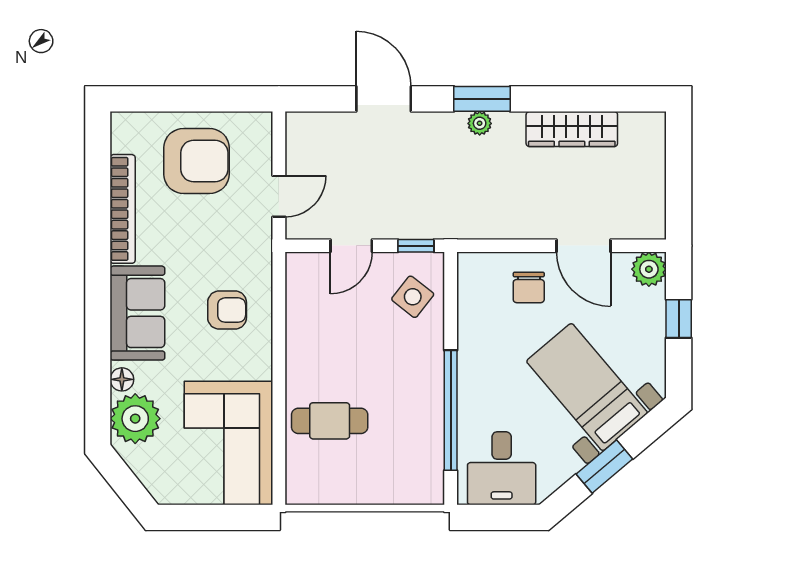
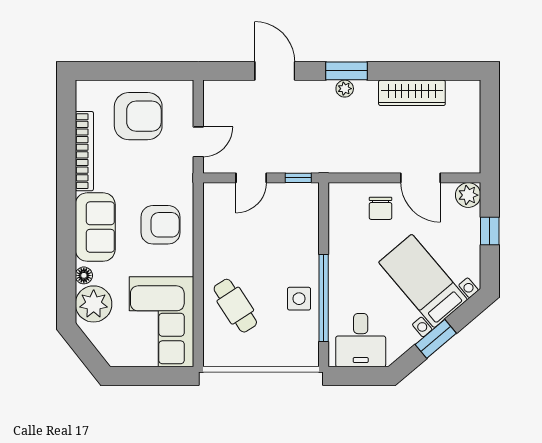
side table: (413, 297) -> (299, 299), moved, turned -38
armchair: (227, 310) -> (160, 225), width x1.38, depth x1.38
cafe table: (330, 421) -> (235, 306), turned 57

